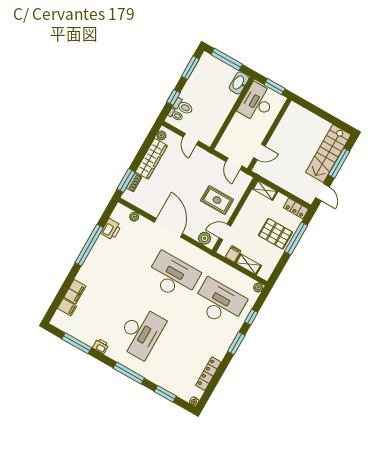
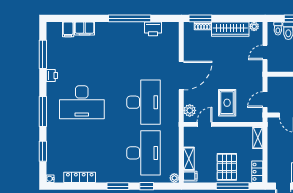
plant: (134, 217) -> (174, 42), removed
door: (225, 232) -> (205, 124), hinge flipped
filing cabinet: (233, 254) -> (190, 176), moved

